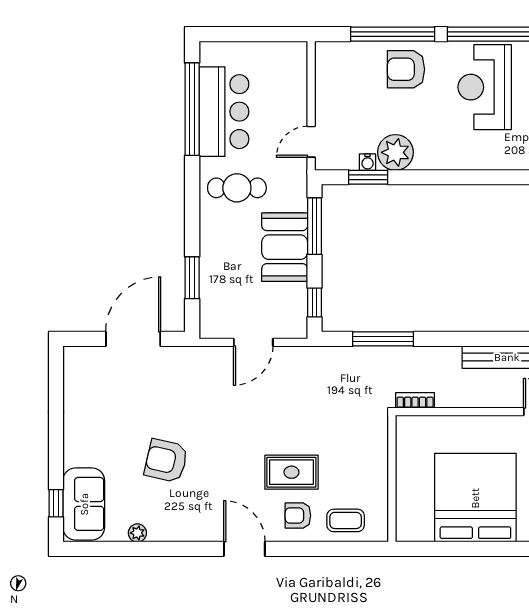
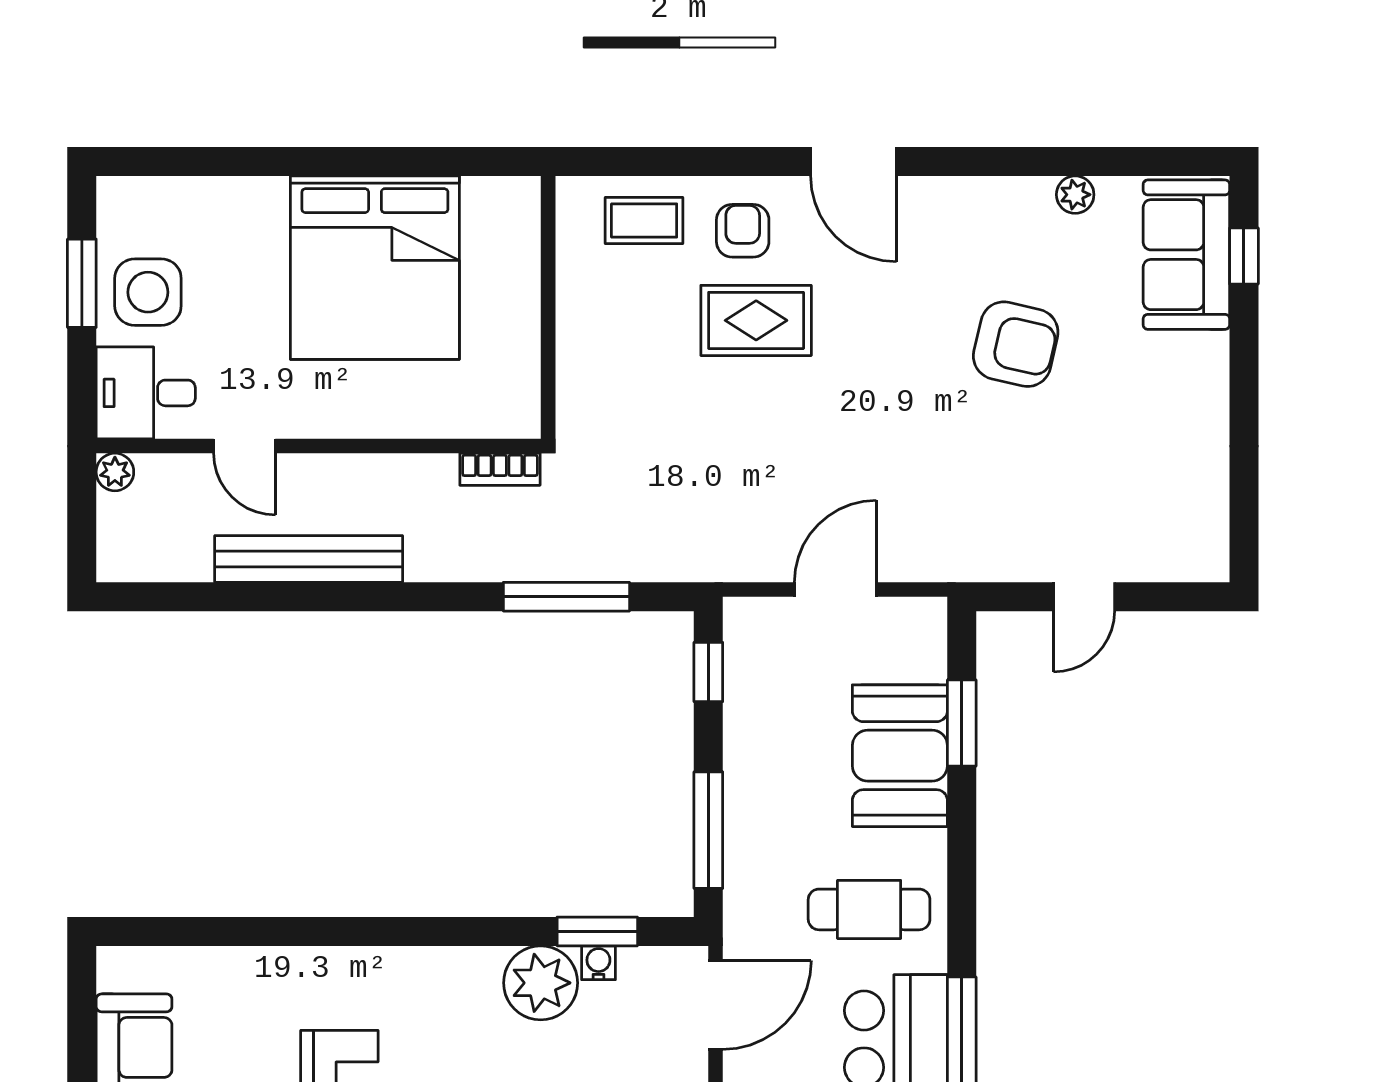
door: (311, 142) -> (715, 1005), width x1.38
booth: (285, 247) -> (900, 756), moved
door: (133, 339) -> (1084, 597), width x0.53
armchair: (298, 515) -> (743, 231), turned -90

